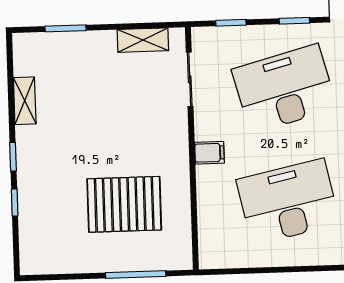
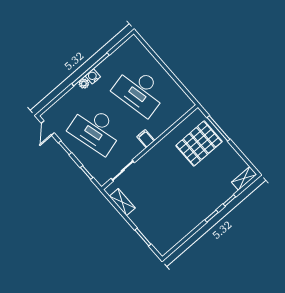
shelving: (25, 101) -> (244, 178), moved
pallet: (124, 204) -> (199, 144), moved, turned 90

